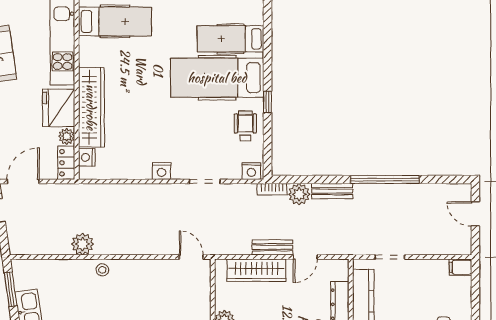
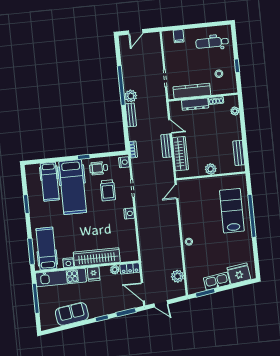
fridge: (59, 108) -> (94, 274), width x0.53, depth x0.75
trolley: (205, 138) -> (108, 190), added
nightstand: (87, 157) -> (68, 263), moved
plant: (299, 194) -> (131, 96), moved
plant: (83, 244) -> (177, 276), moved
filing cabinet: (460, 267) -> (179, 36), moved

